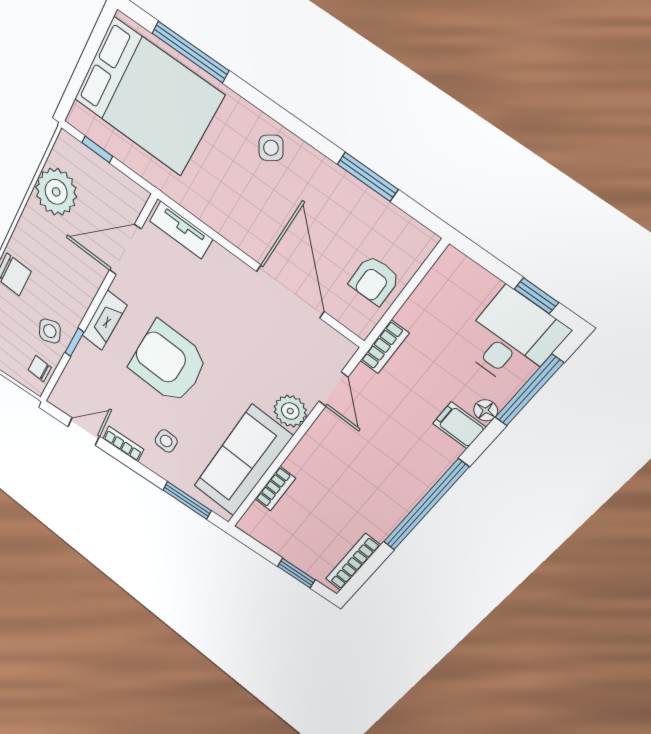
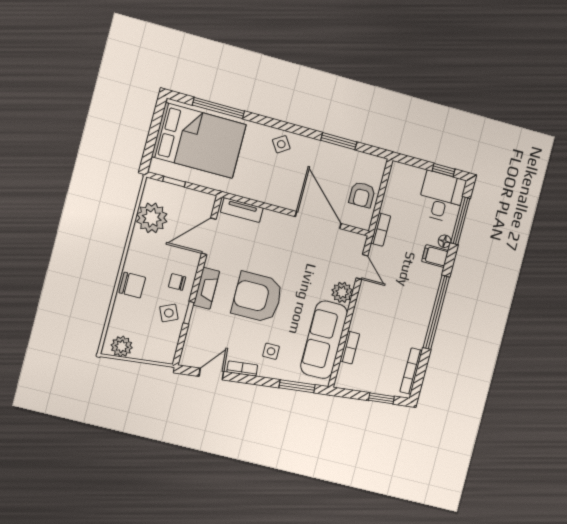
chair: (40, 369) -> (177, 282), moved

